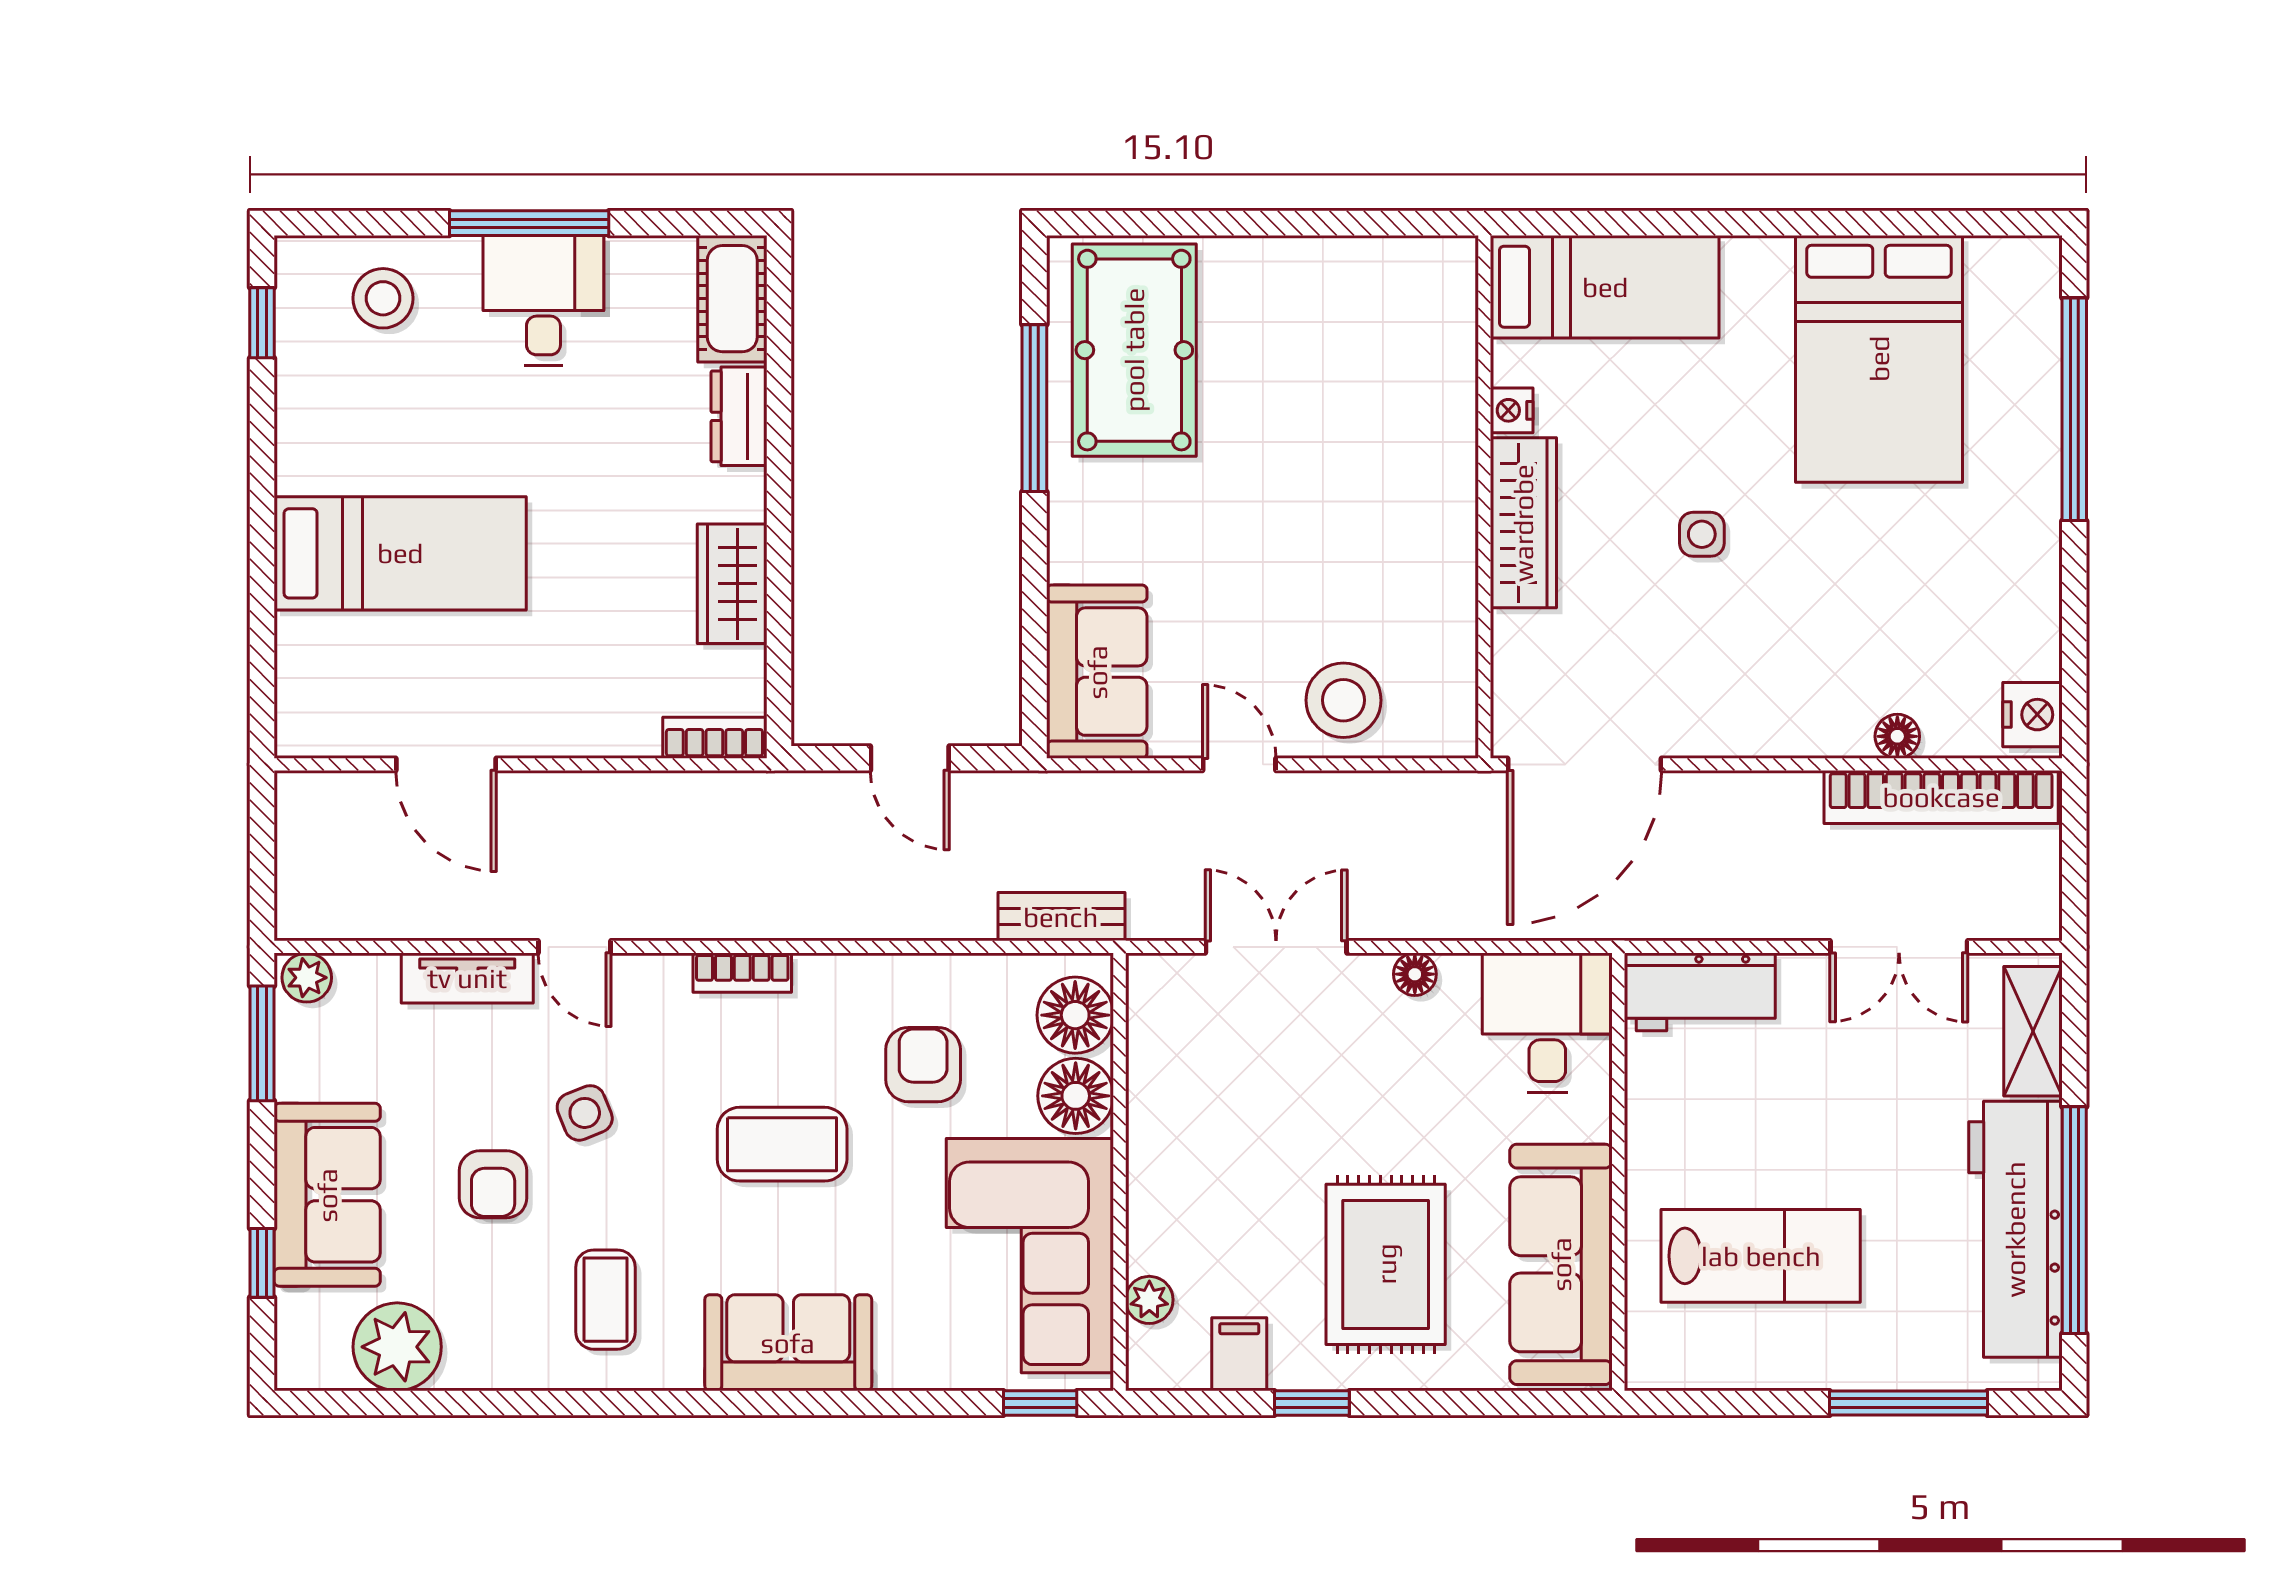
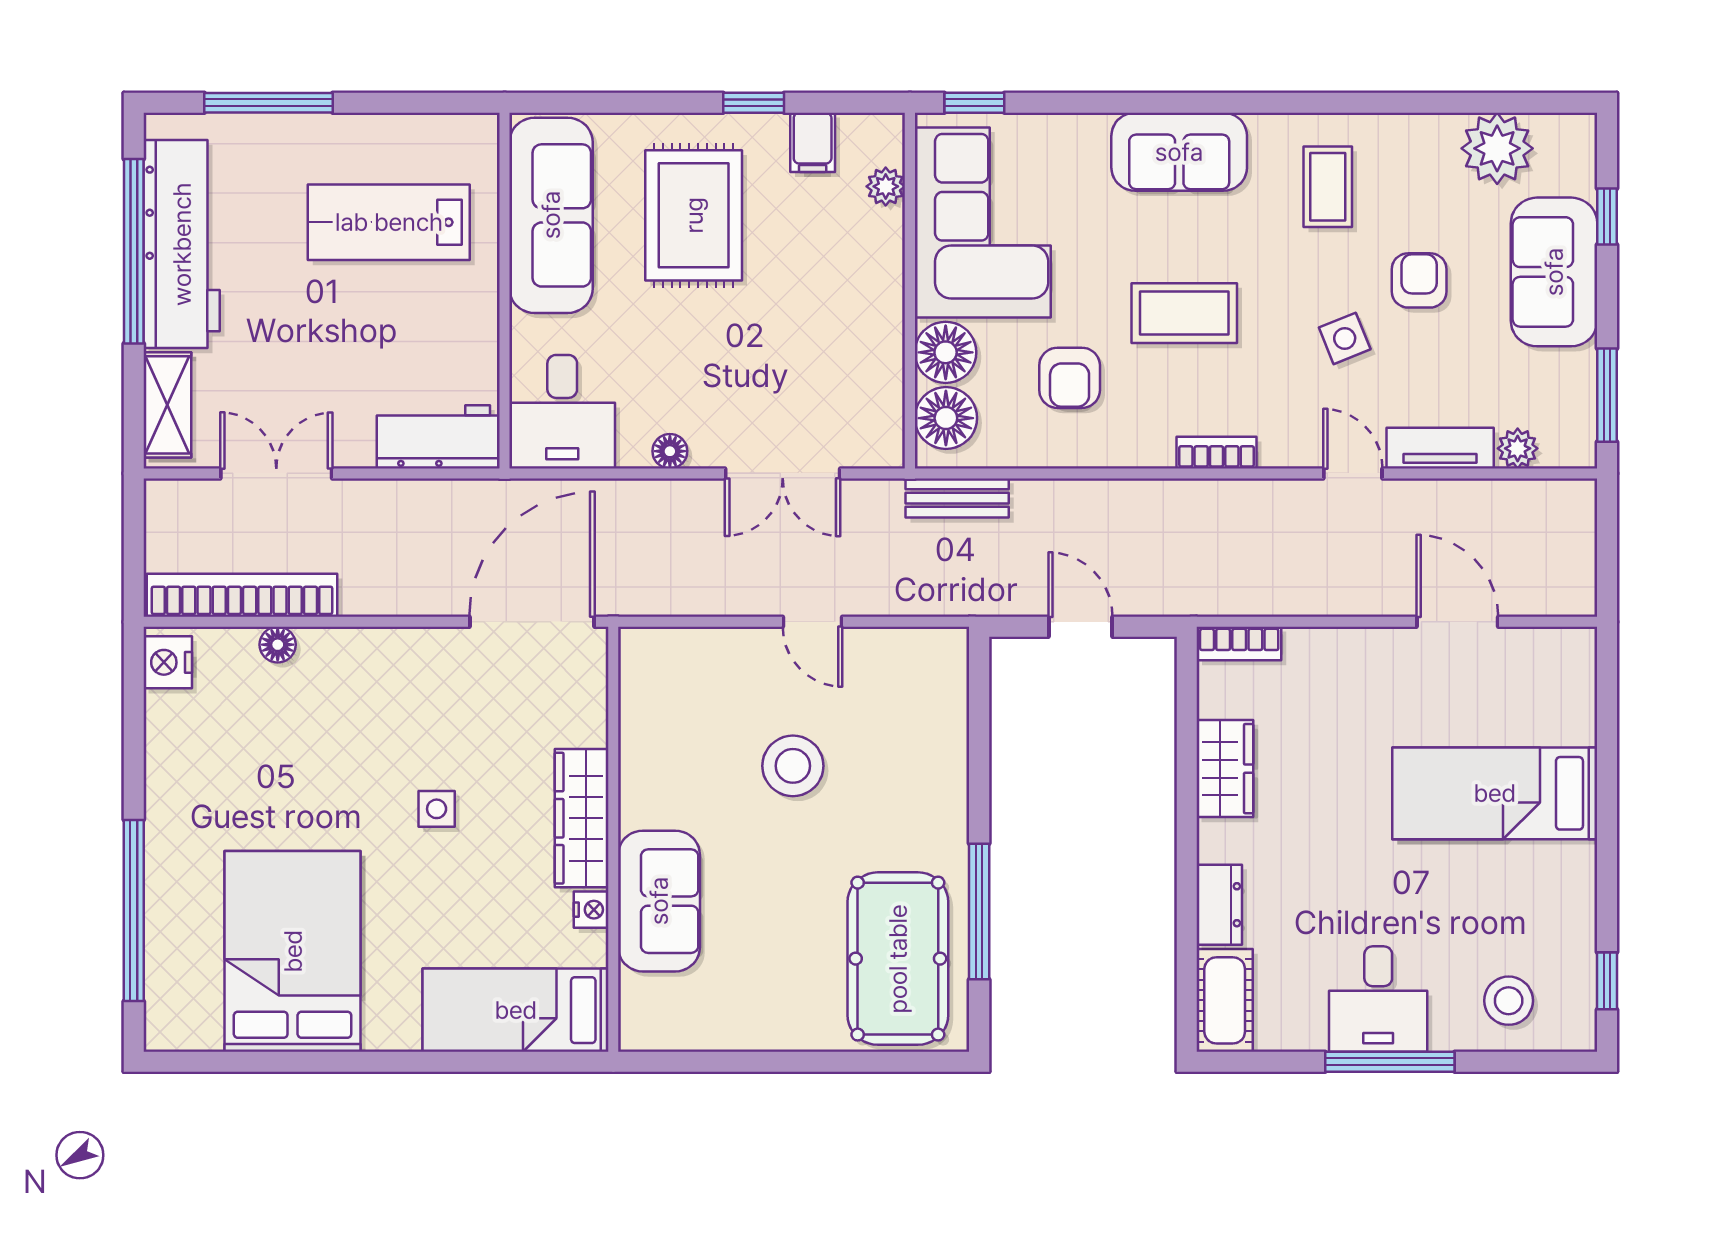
sofa: (1097, 672) -> (659, 901), moved, turned 180
stool: (1343, 700) -> (793, 766), moved
plant: (307, 978) -> (1518, 448), moved

